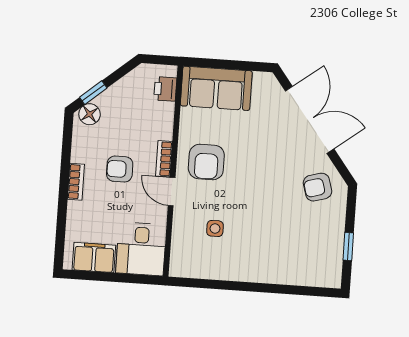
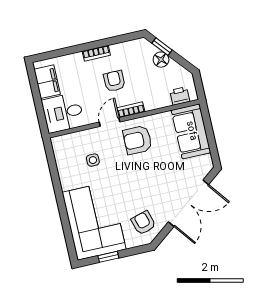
floor lamp: (90, 114) -> (161, 60), moved
corner sofa: (295, 251) -> (94, 221), added

